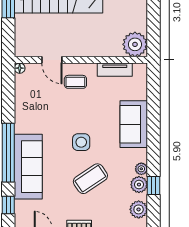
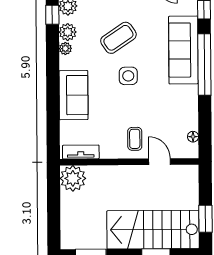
floor lamp: (20, 68) -> (193, 137), moved
tv unit: (115, 70) -> (81, 152), moved
coffee table: (75, 82) -> (135, 139), turned 90
window: (154, 185) -> (52, 15), moved

